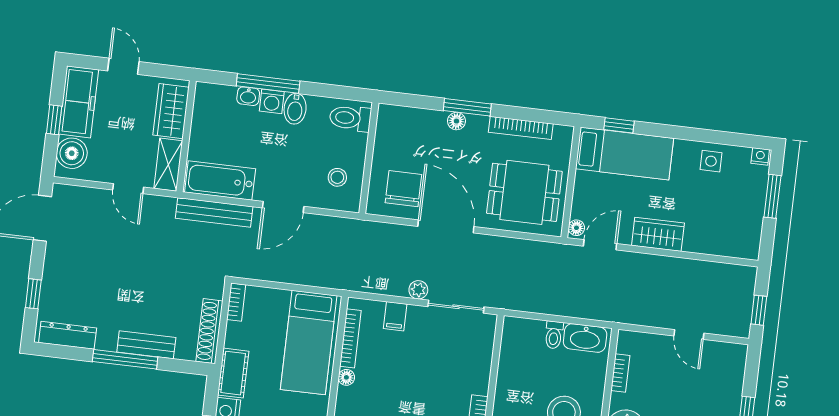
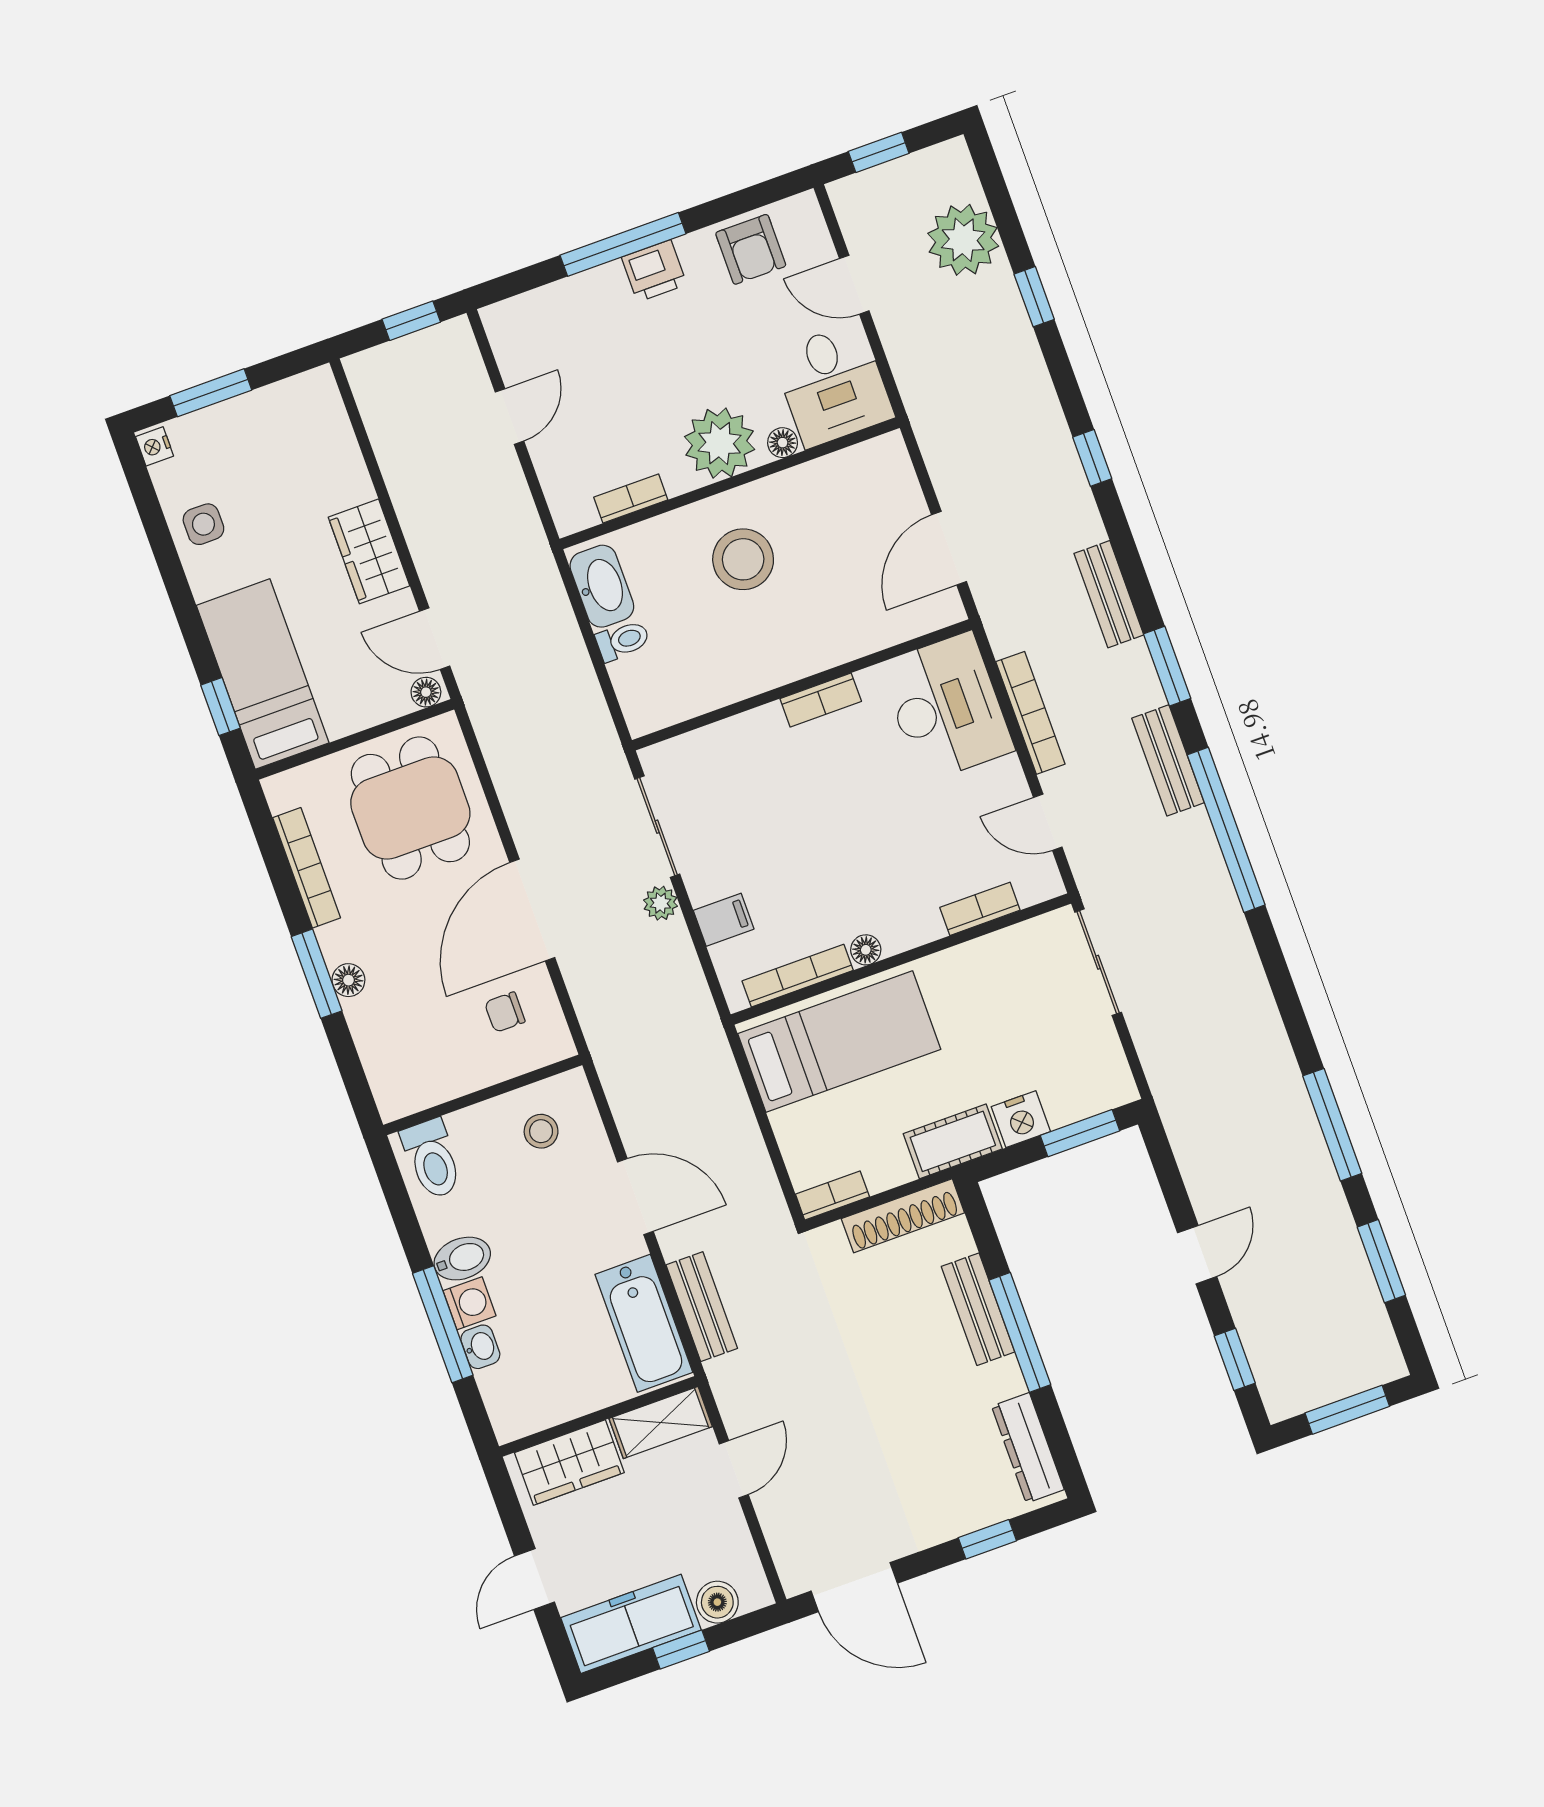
boiler: (72, 153) -> (717, 1602), width x0.73, depth x0.73
chair: (403, 189) -> (505, 1012), width x0.54, depth x0.54
bench: (214, 212) -> (702, 1307), width x0.73

